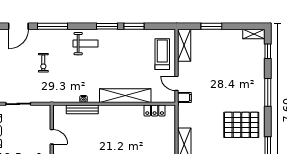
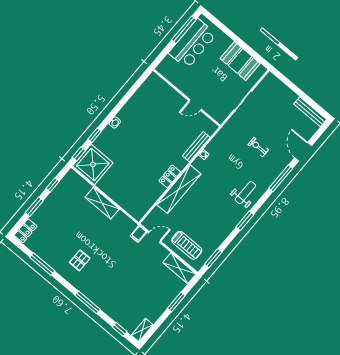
window: (134, 26) -> (213, 258), moved
weight bench: (86, 44) -> (245, 193), turned 180
locker: (155, 111) -> (170, 176), moved
pallet: (241, 125) -> (80, 260), width x0.49, depth x0.50

